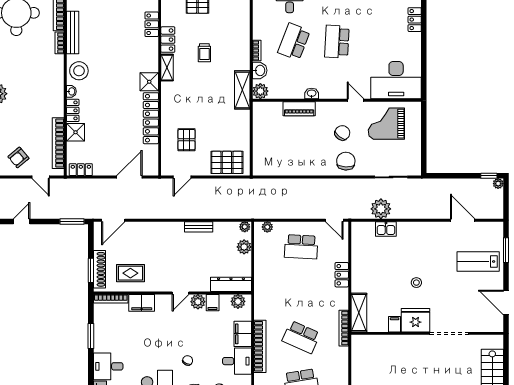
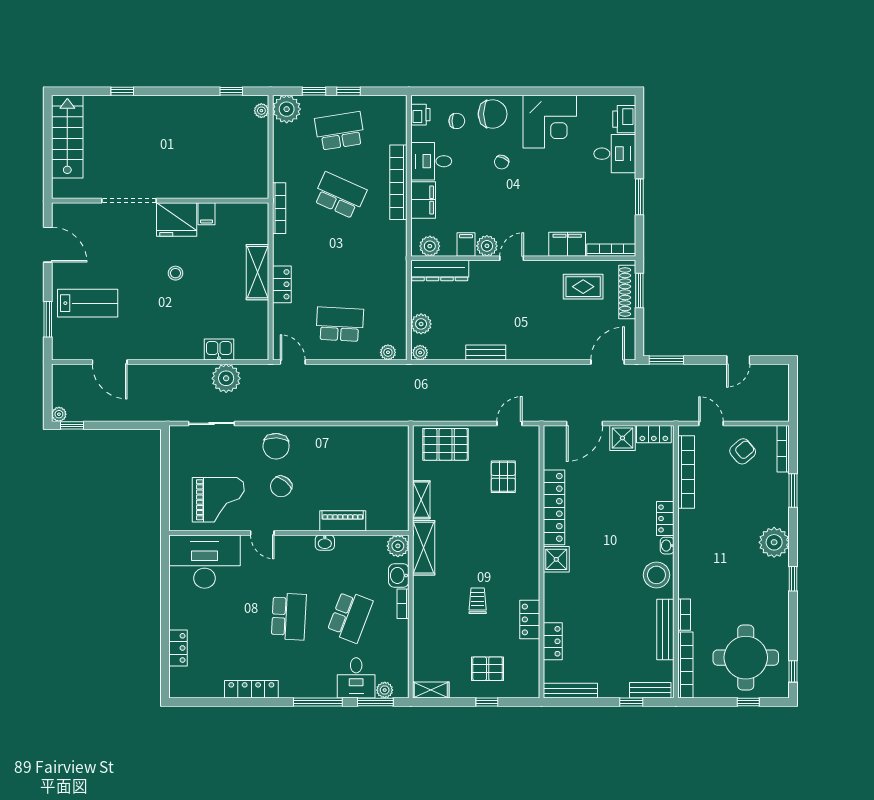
shelving: (167, 68) -> (421, 500), moved
shower: (76, 132) -> (622, 438), moved
shelving: (359, 313) -> (258, 272), moved

